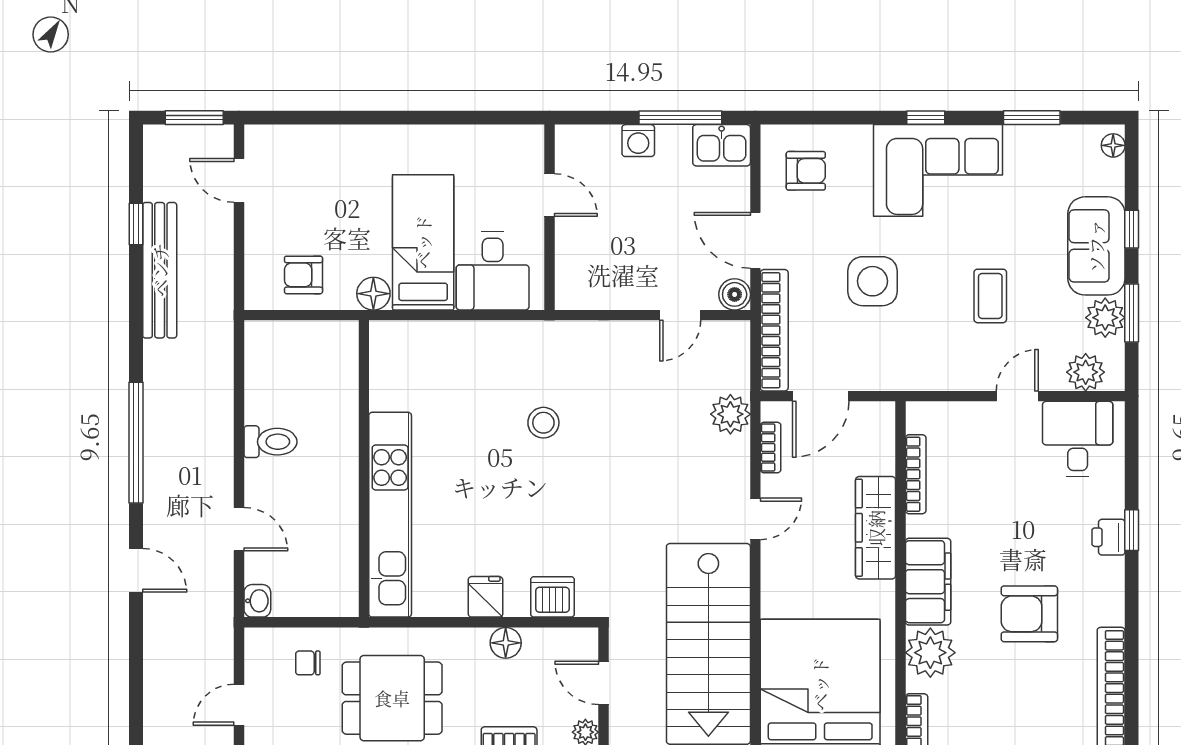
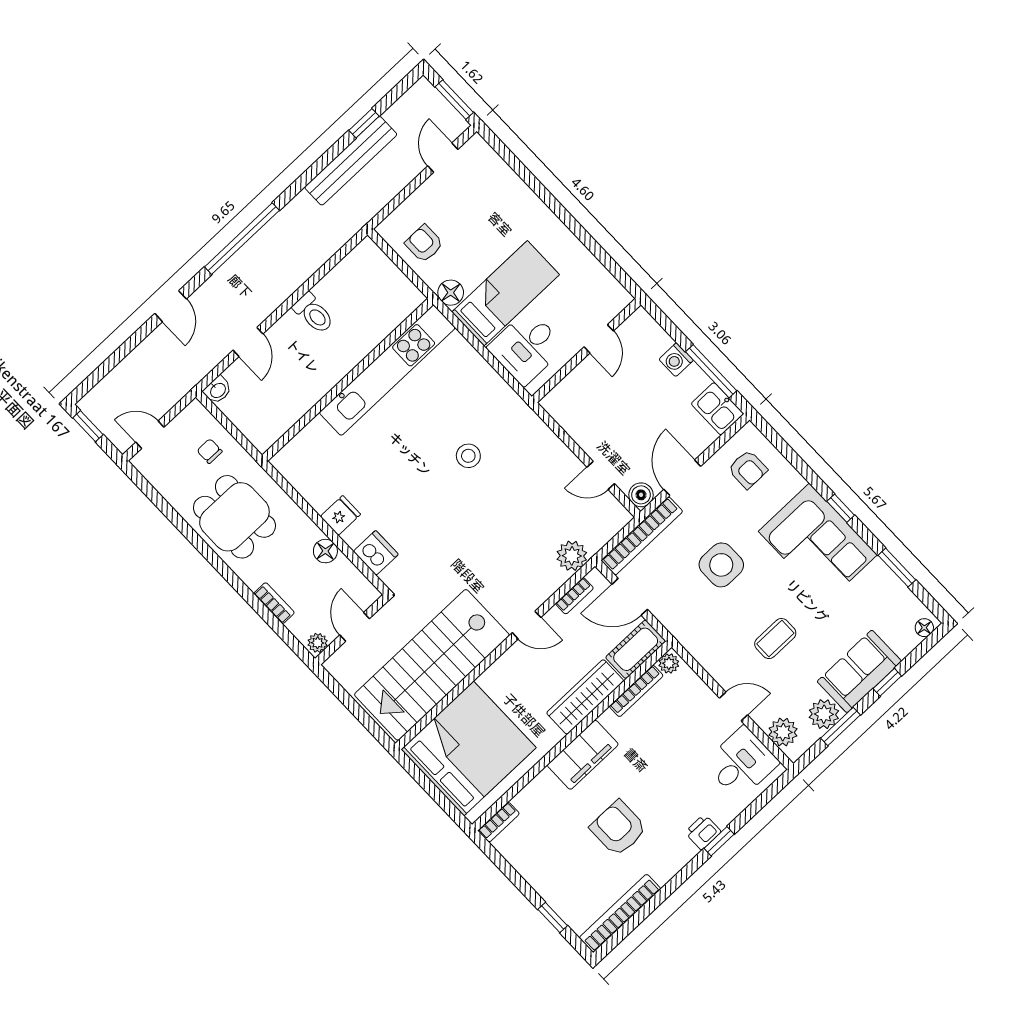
cot: (876, 437) -> (636, 649), added
kitchen unit: (390, 515) -> (387, 370), moved
plant: (930, 653) -> (669, 663), moved, width x0.53, depth x0.53

